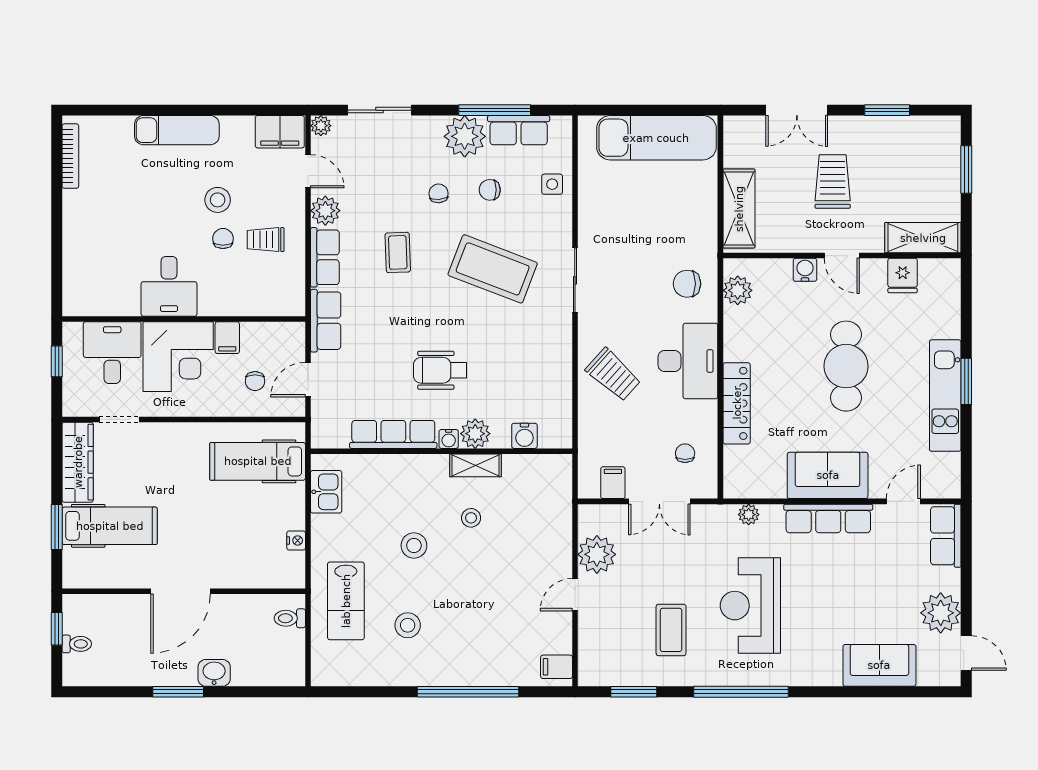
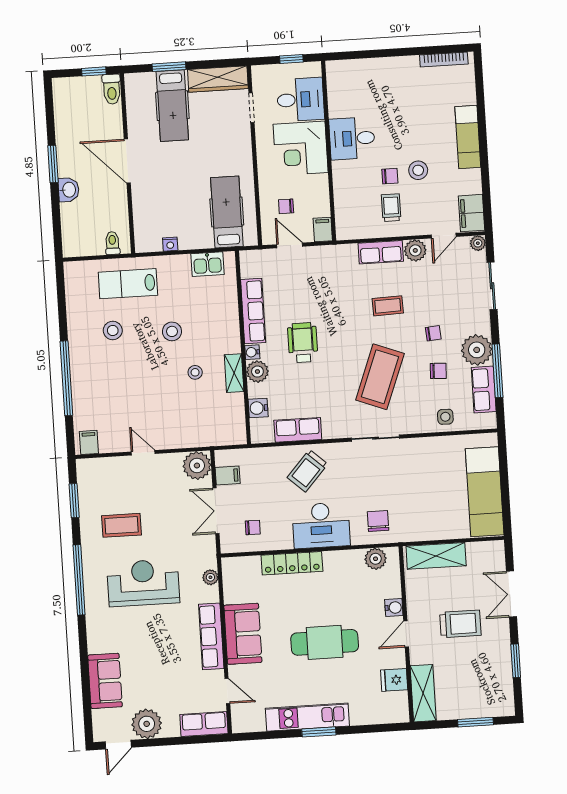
chair: (490, 190) -> (438, 371), turned 93
row of seats: (326, 321) -> (298, 430), moved, turned 180
filing cabinet: (227, 338) -> (323, 229), moved, turned 90
plant: (597, 554) -> (197, 465), moved
toilet: (77, 644) -> (112, 89), moved, width x1.37, depth x1.39

